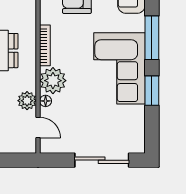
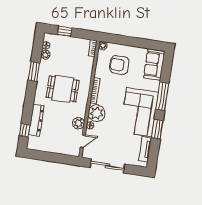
tv unit: (138, 125) -> (145, 149), added
door: (38, 128) -> (83, 141), hinge flipped
sliding door: (102, 160) -> (107, 166), moved

